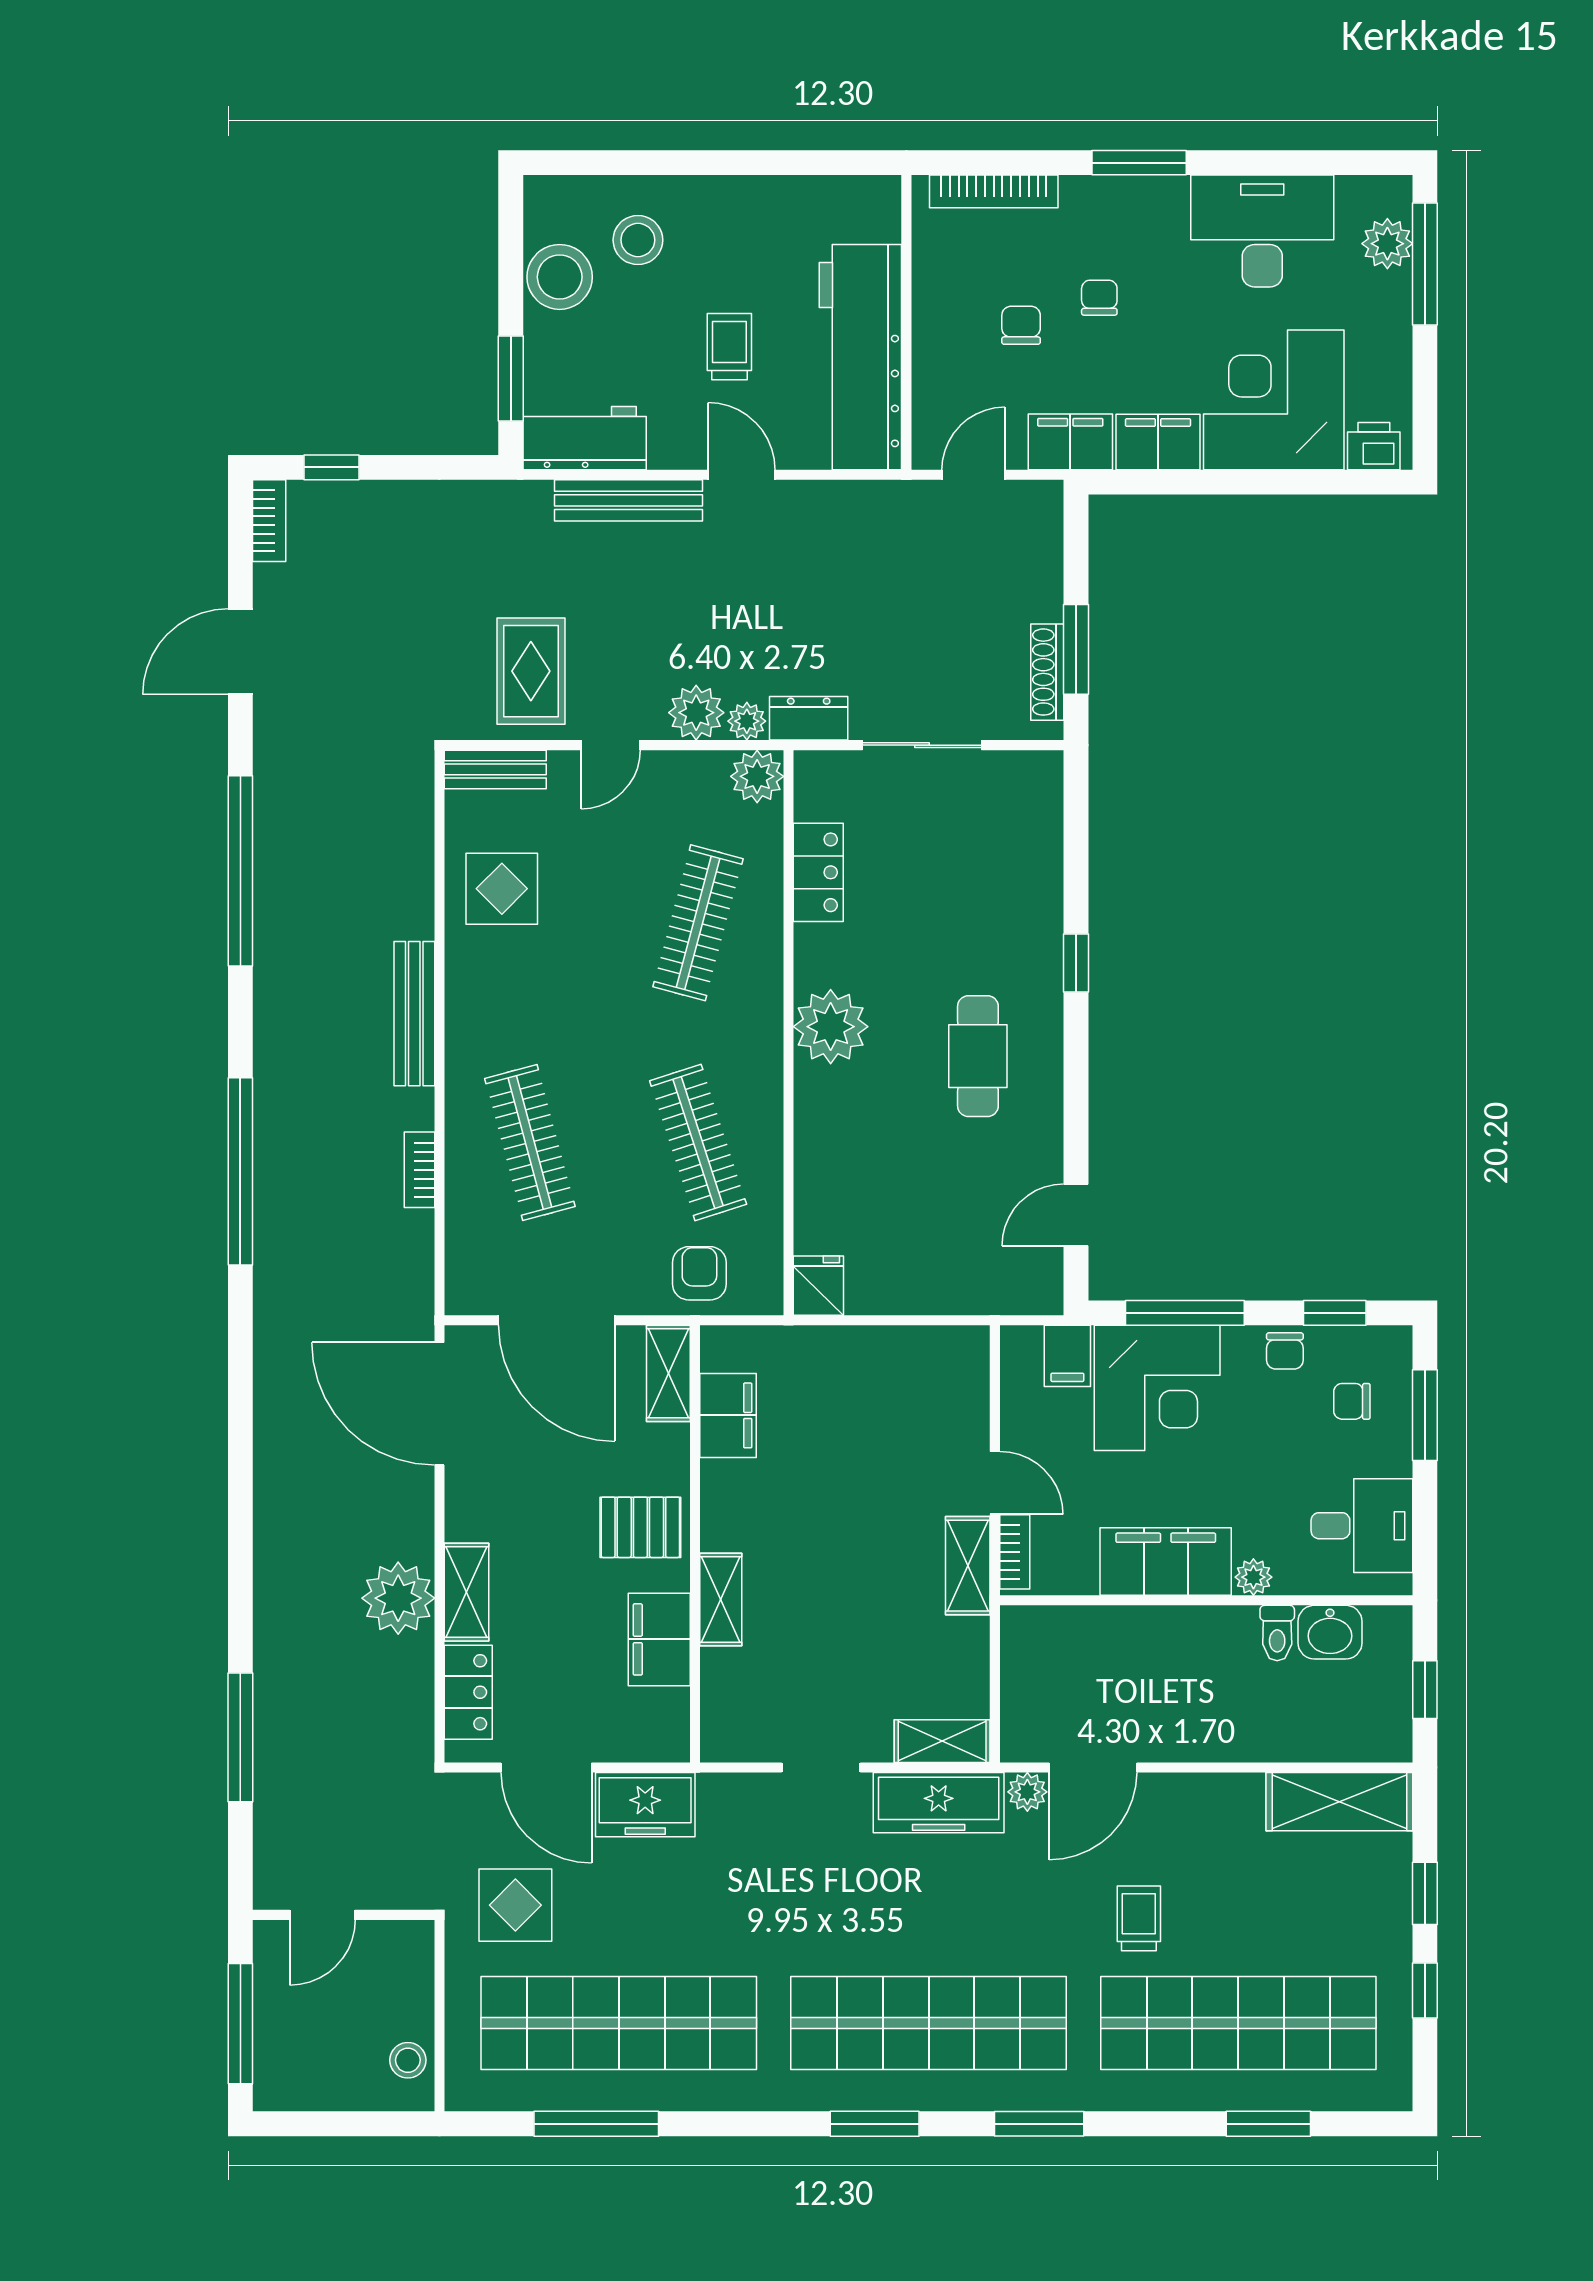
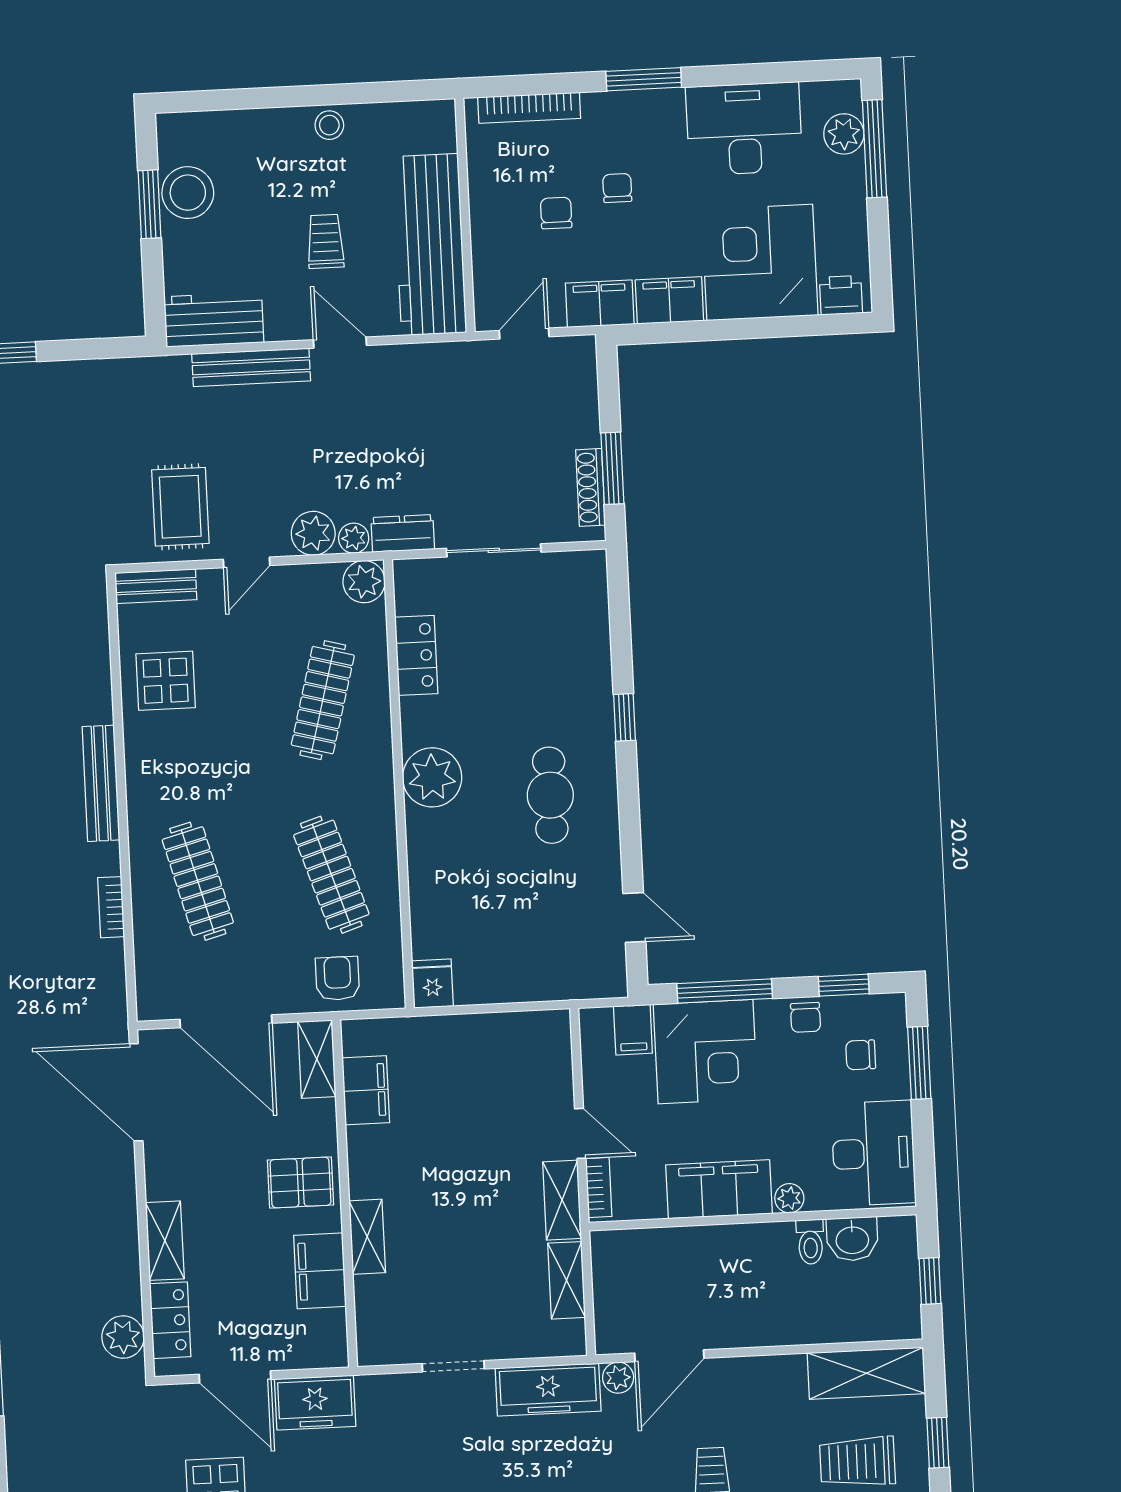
stool: (638, 240) -> (329, 125), moved, width x0.73, depth x0.73
window: (511, 378) -> (149, 204), moved
door: (1076, 1215) -> (634, 917), swing flipped
desk: (1362, 1526) -> (874, 1153), width x1.37
plant: (398, 1598) -> (123, 1337), moved, width x0.73, depth x0.73
shelving: (942, 1741) -> (566, 1280), moved, turned 90
trolley: (1323, 1912) -> (857, 1462), added

